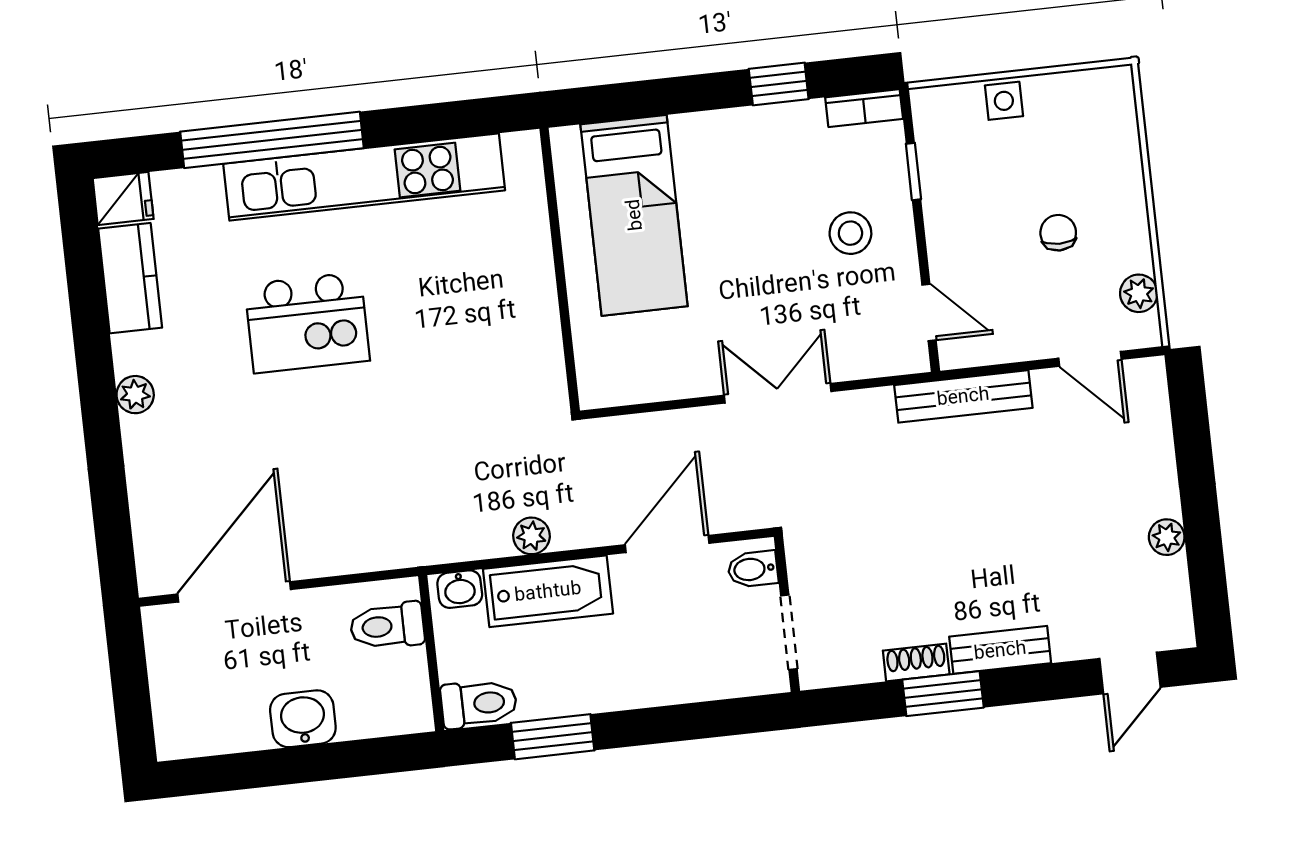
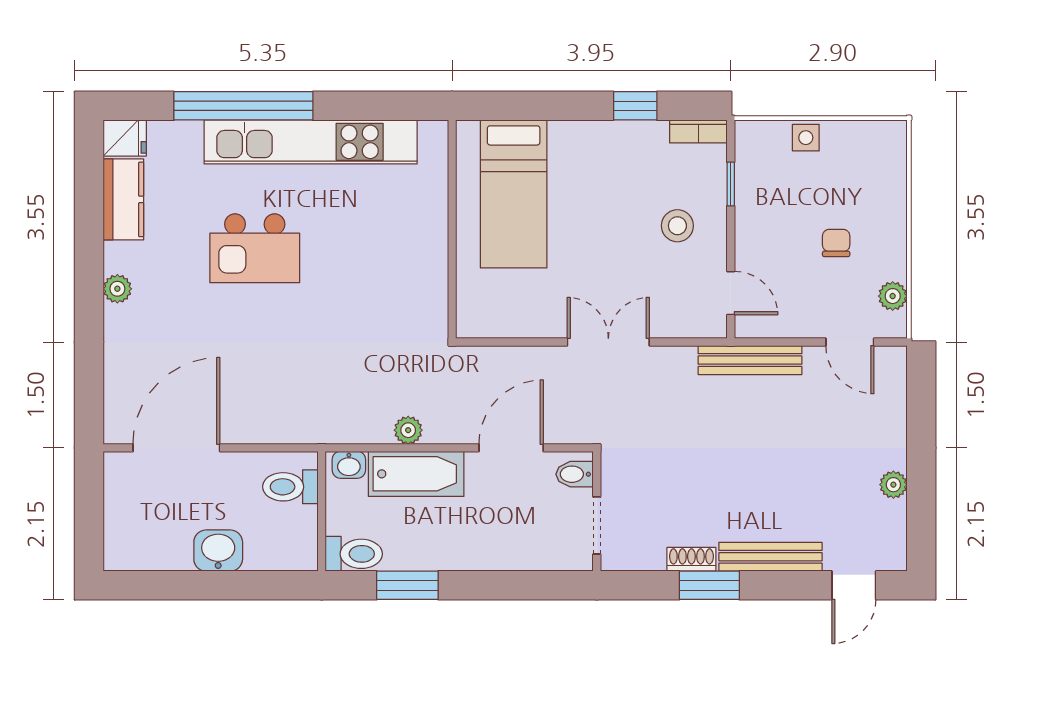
bench: (1000, 650) -> (770, 557), width x1.36

